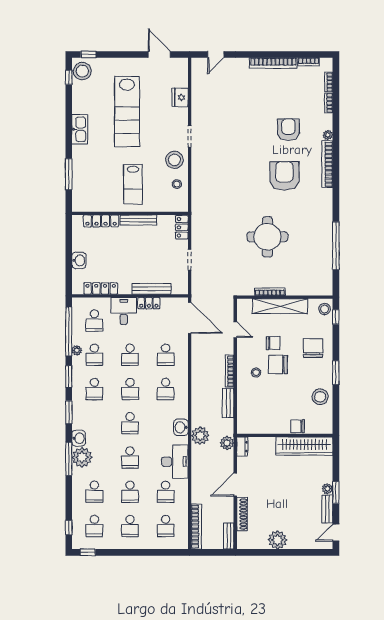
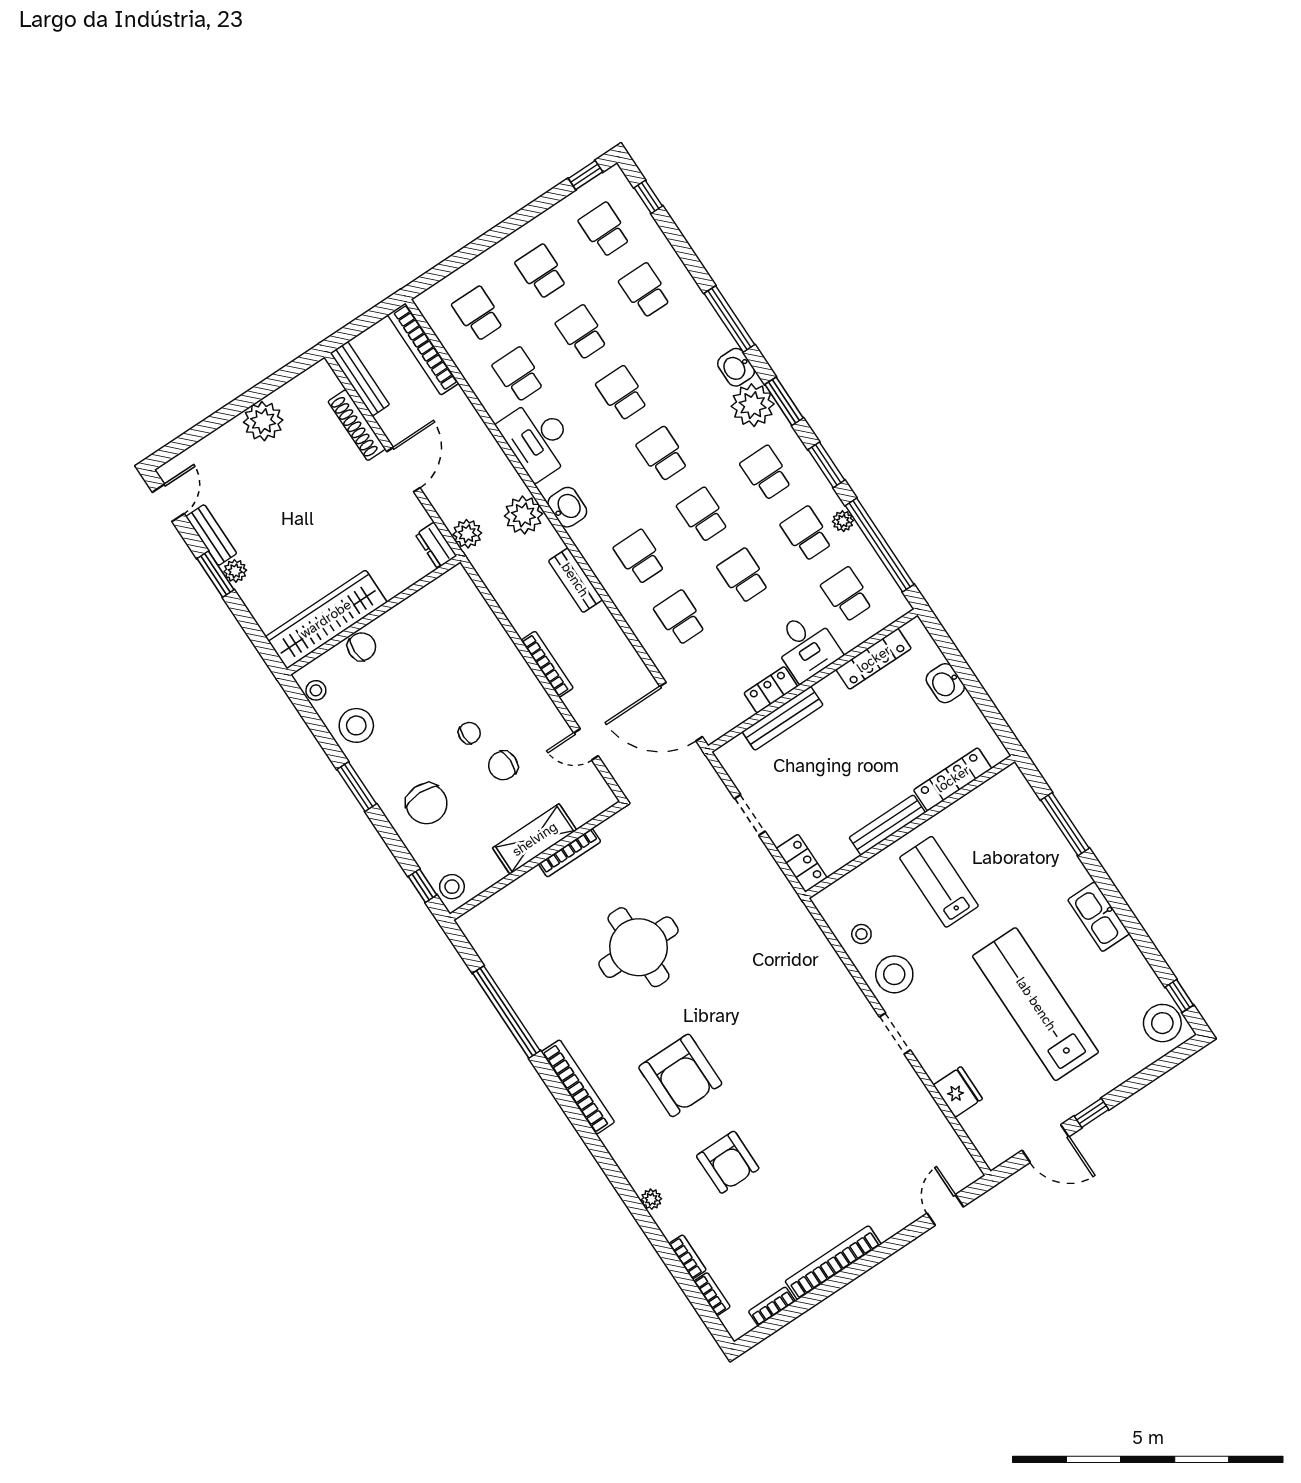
window: (88, 54) -> (1091, 1113), moved
bookcase: (327, 164) -> (578, 1087), moved
shelving: (280, 306) -> (535, 839), width x0.68
chair: (278, 364) -> (469, 733), width x0.54, depth x0.54
stool: (256, 373) -> (316, 690), moved
bench: (228, 403) -> (575, 580), moved
plant: (82, 457) -> (753, 405), moved
bench: (229, 536) -> (360, 379), width x1.36

